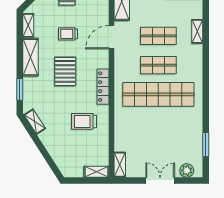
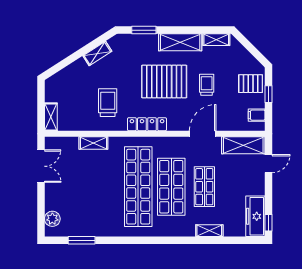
door: (111, 37) -> (203, 134), hinge flipped
shop shelf: (158, 65) -> (171, 187), width x1.43, depth x1.36
pallet: (65, 71) -> (164, 82), width x1.37, depth x1.41
shelving: (35, 122) -> (97, 53), moved
shelving: (120, 165) -> (93, 143), moved
double door: (160, 180) -> (41, 166), moved

